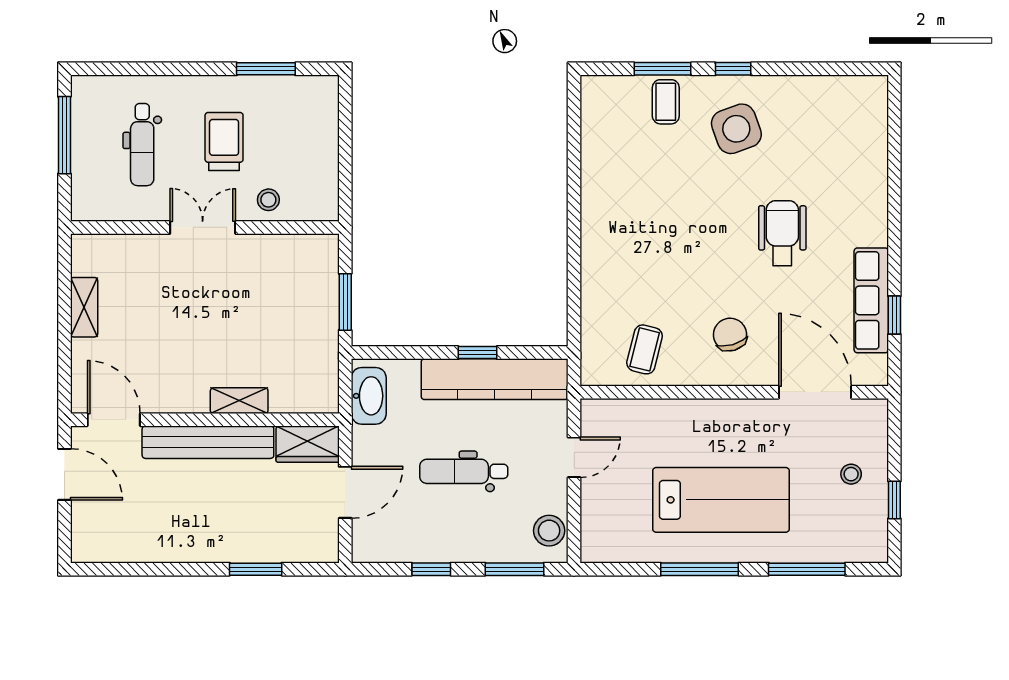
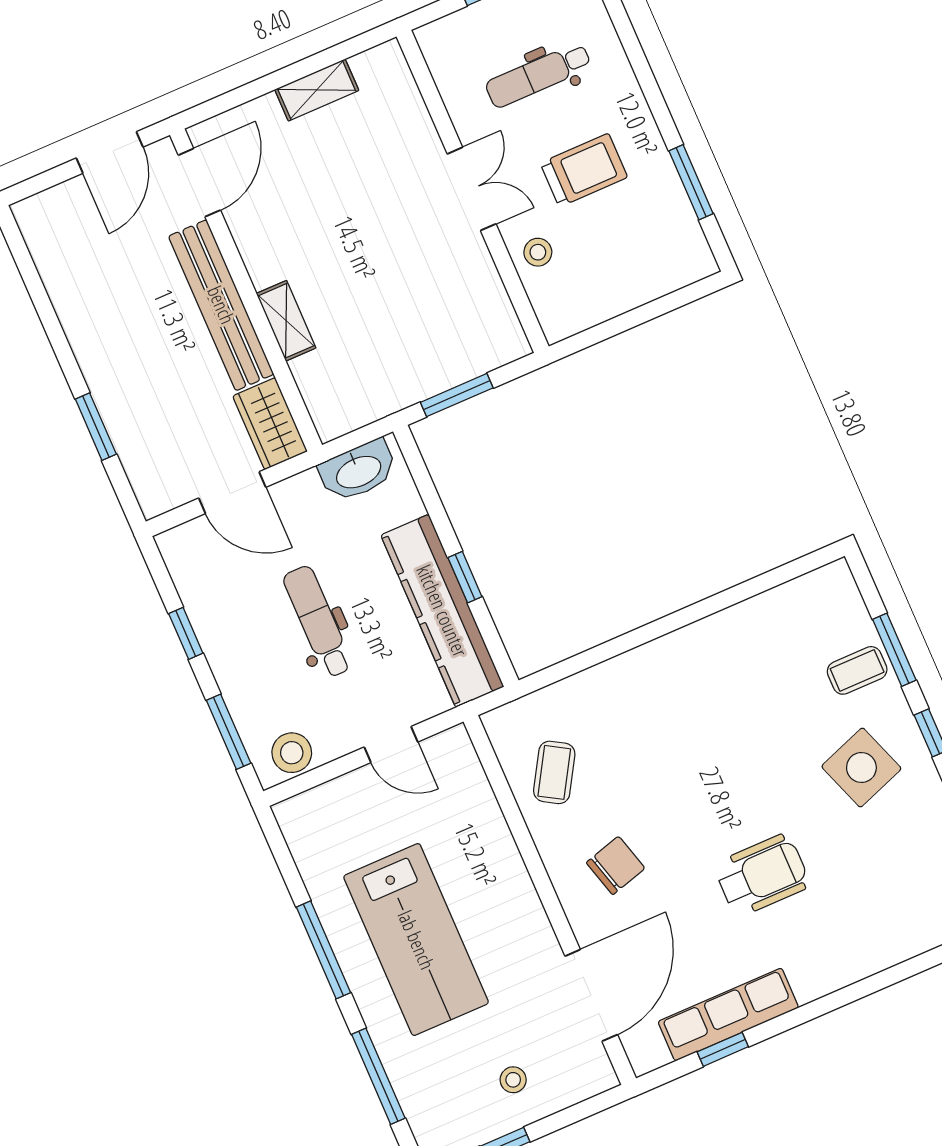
coffee table: (645, 349) -> (554, 772), turned -73

